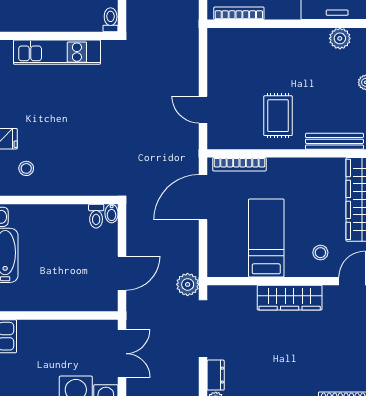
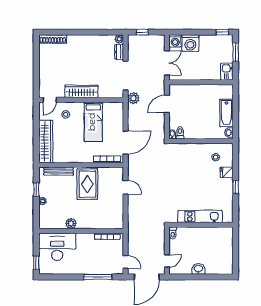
plant: (340, 38) -> (71, 223), moved
rug: (278, 116) -> (87, 184), width x1.36, depth x1.43
double door: (122, 354) -> (167, 63), swing flipped

